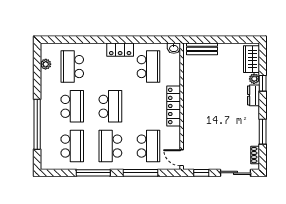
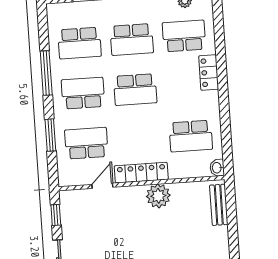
locker: (120, 50) -> (209, 73), moved
plant: (192, 94) -> (158, 196), added
school desk: (148, 146) -> (86, 143), turned 180
door: (182, 158) -> (102, 186), moved
window: (140, 173) -> (50, 135), width x0.69

